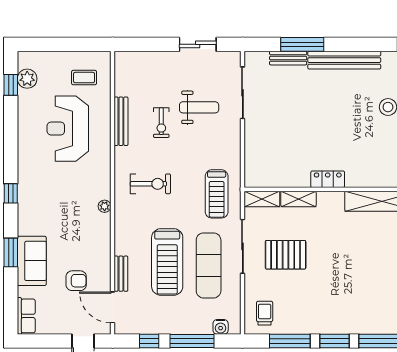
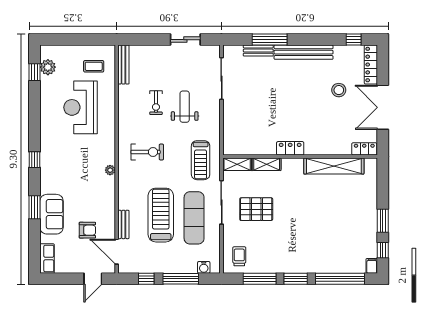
weight bench: (199, 107) -> (185, 107), moved, turned -90
bench: (121, 121) -> (123, 65), moved
treadmill: (167, 262) -> (161, 215), turned 180

